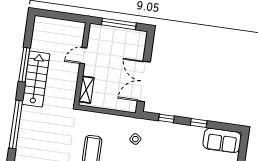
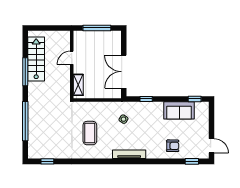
stairs: (36, 79) -> (36, 59), moved
window: (199, 123) -> (195, 99), moved
sofa: (222, 140) -> (179, 110), moved

